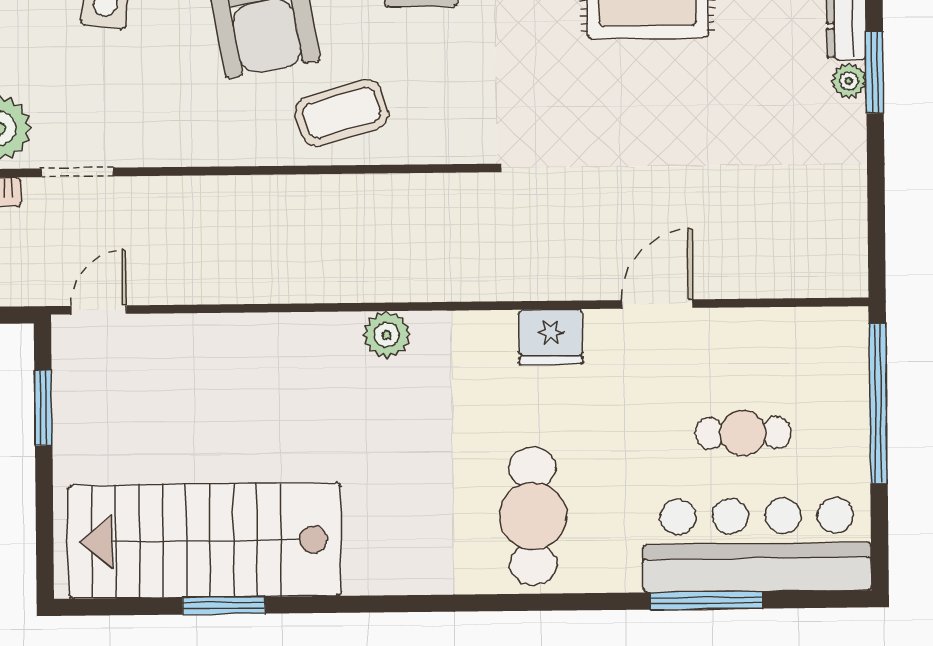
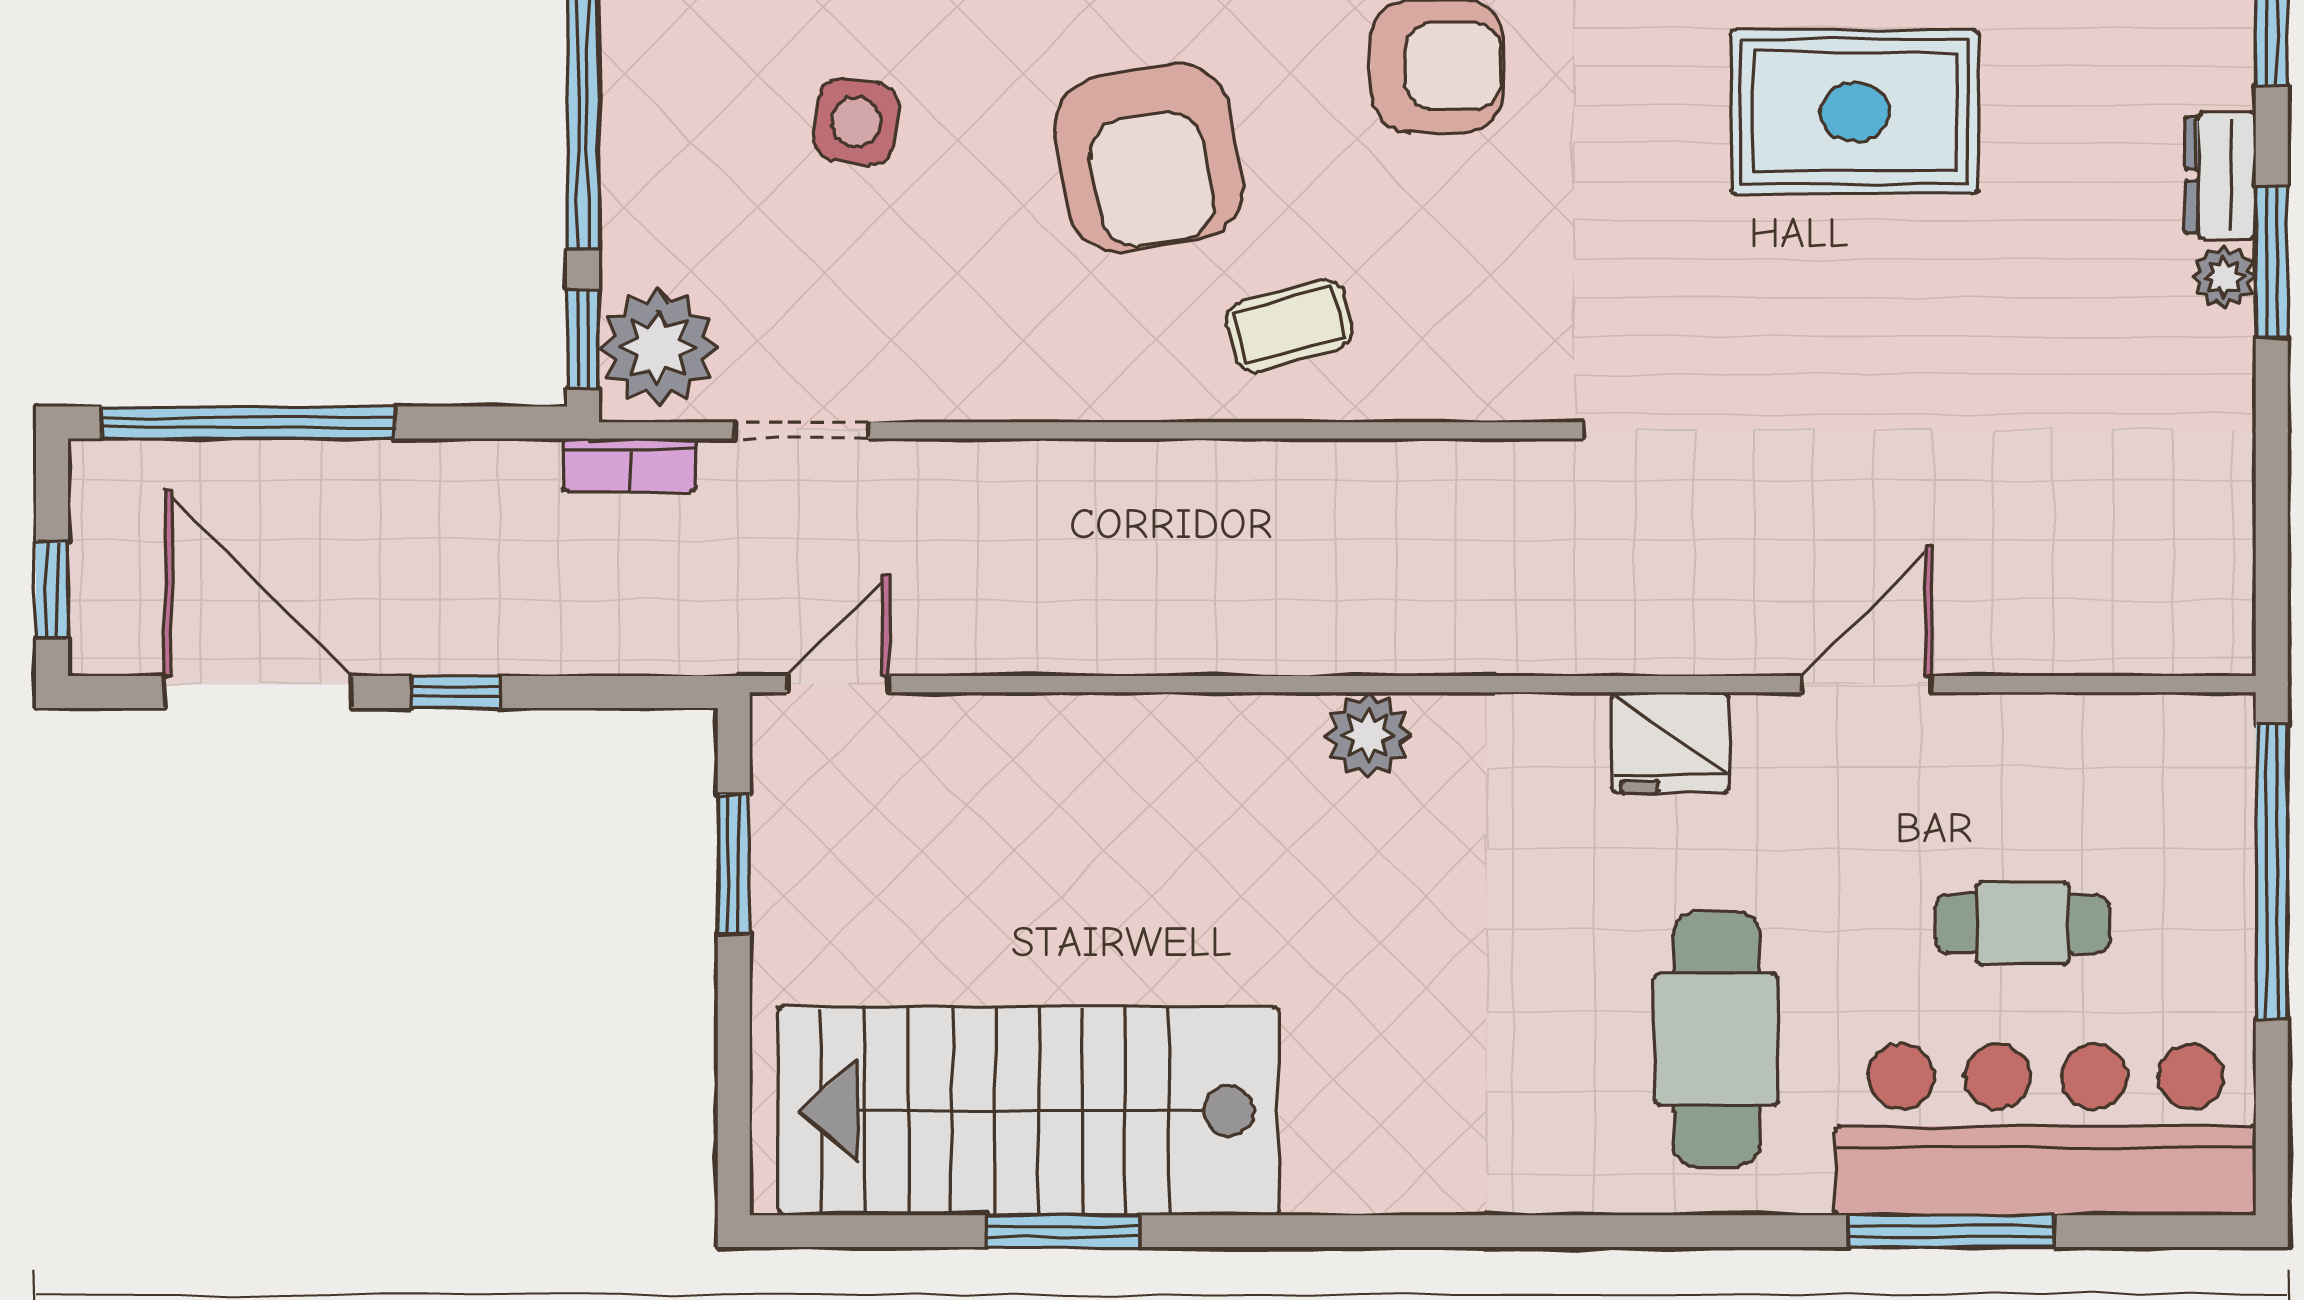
coffee table: (342, 113) -> (1289, 326), width x0.73, depth x0.77
cafe table: (533, 516) -> (1717, 1039), moved

